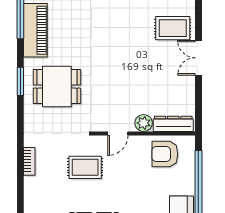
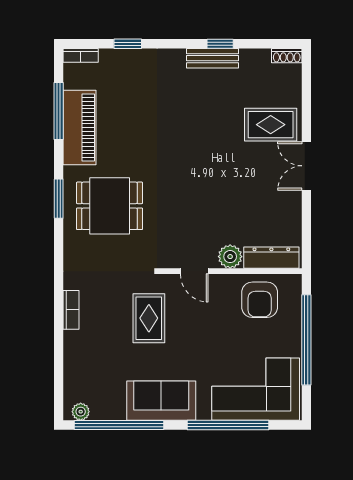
door: (118, 134) -> (194, 271), hinge flipped
armchair: (165, 154) -> (260, 300), turned -90
rug: (85, 167) -> (149, 318), turned 90

